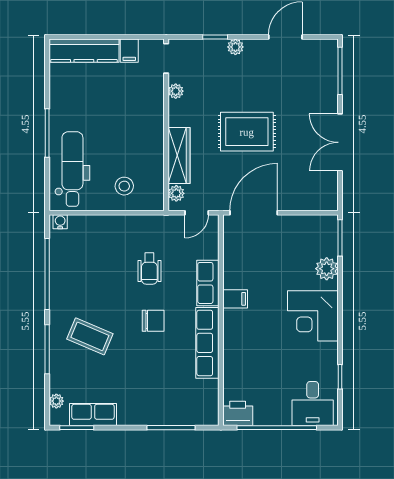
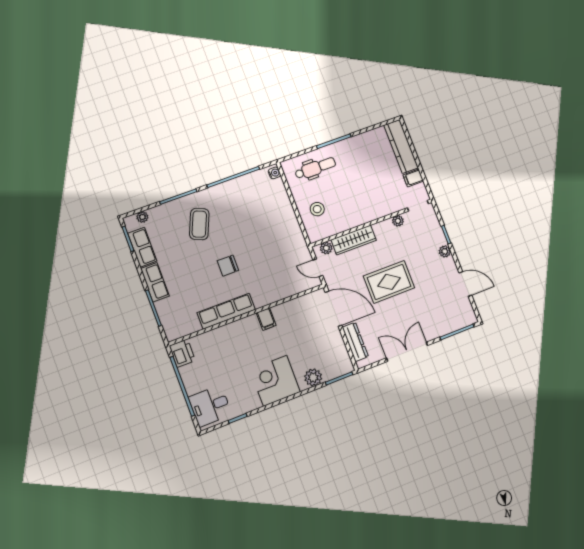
rug: (247, 132) -> (389, 282), turned 90
dental chair: (72, 169) -> (315, 168), width x0.73, depth x0.72
dresser: (304, 201) -> (355, 342), added
wheelchair: (149, 269) -> (265, 249), removed
row of seats: (208, 283) -> (155, 282), moved, turned 90
chair: (153, 321) -> (228, 266), turned 90

